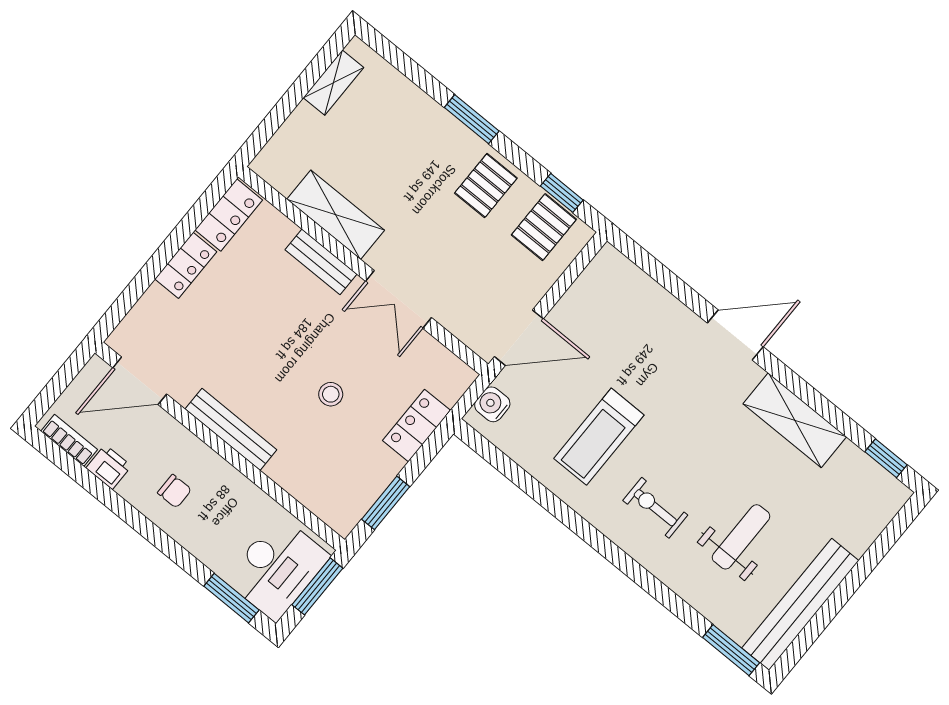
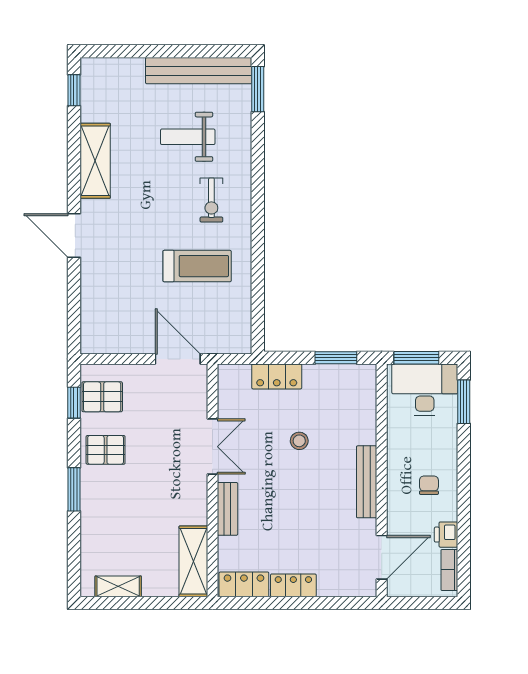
shelving: (336, 215) -> (193, 561), moved
door: (140, 381) -> (382, 557), hinge flipped
water cooler: (492, 404) -> (229, 343), removed

